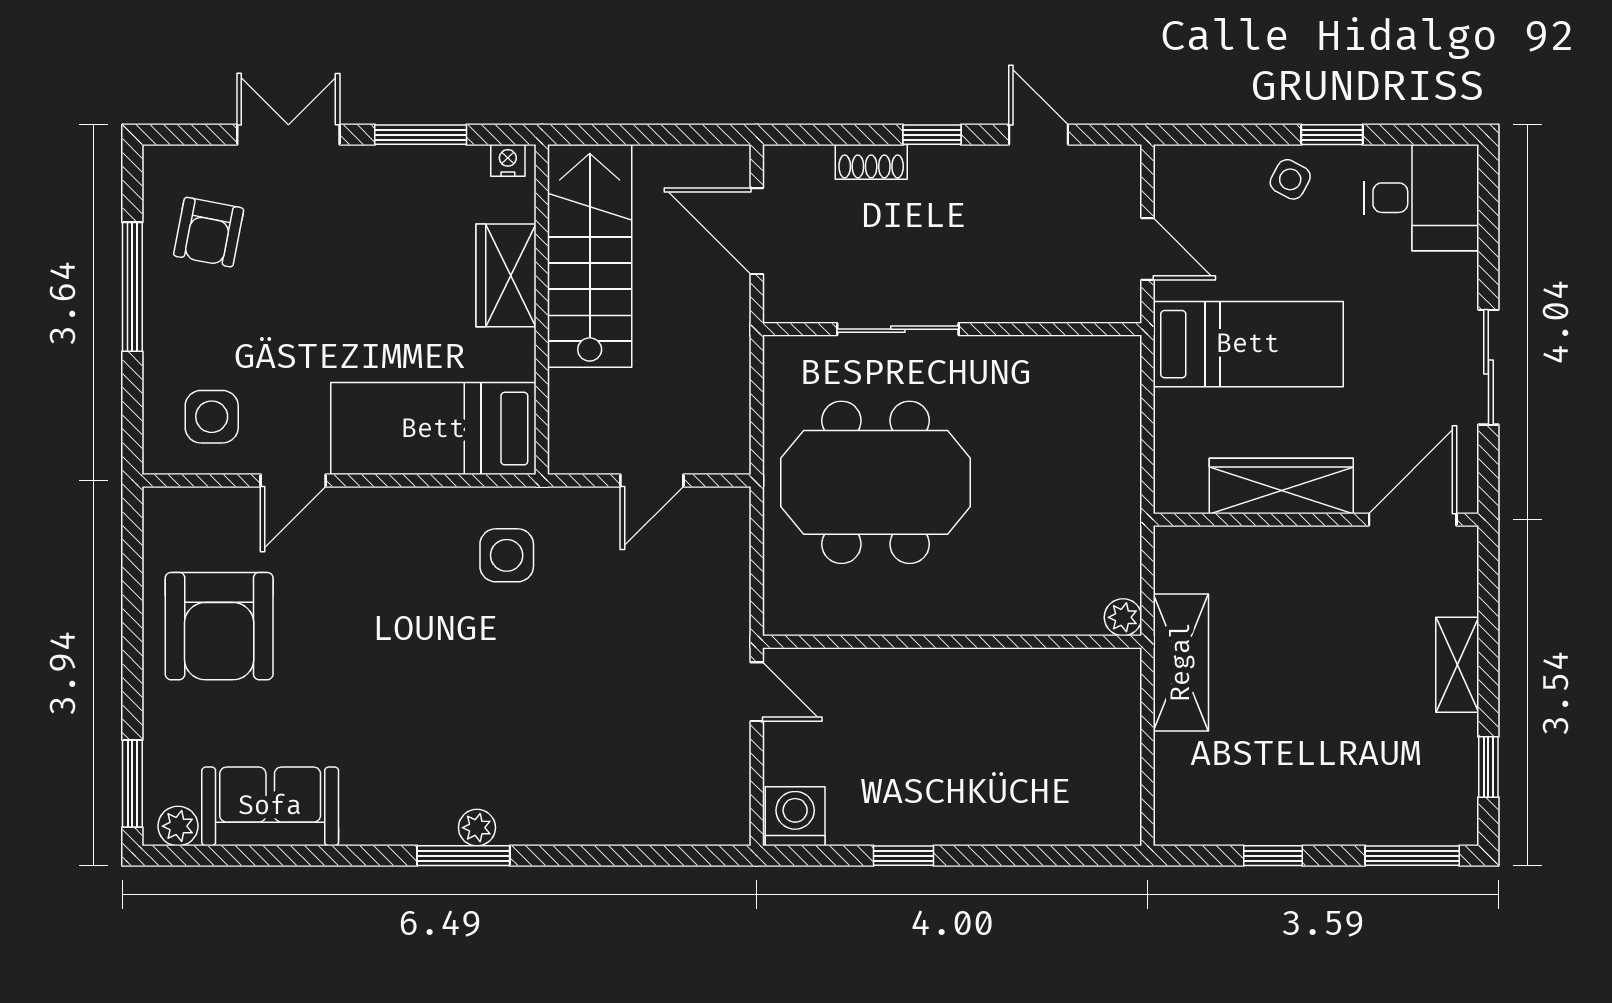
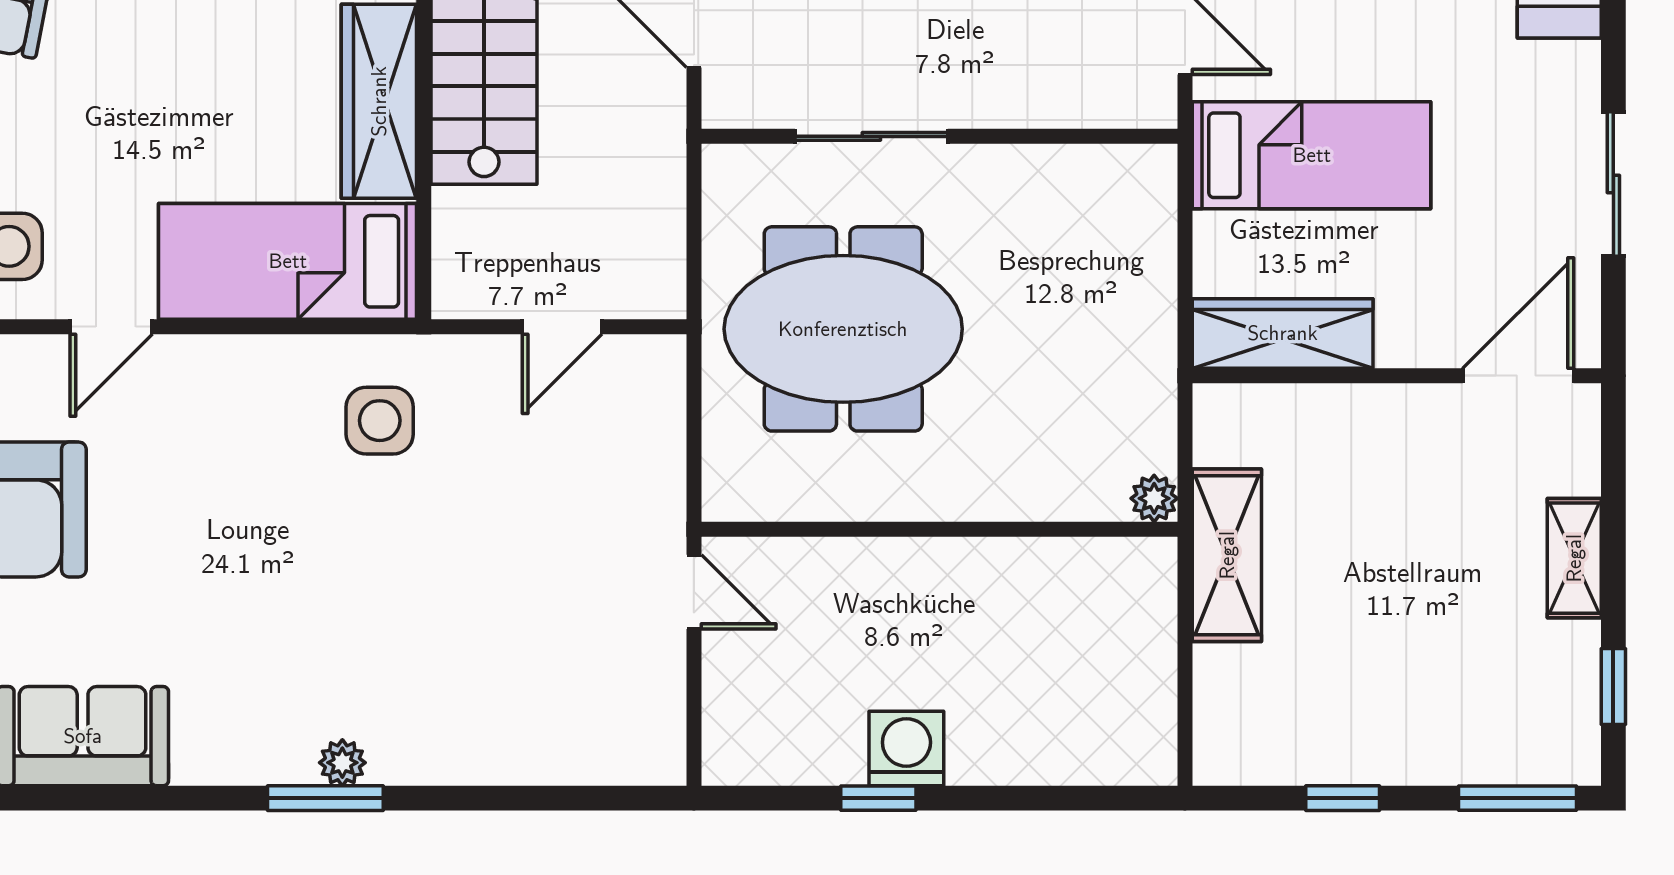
wardrobe: (506, 275) -> (379, 101), width x1.50
wardrobe: (1281, 486) -> (1283, 333), moved
washing machine: (795, 816) -> (906, 748), moved

